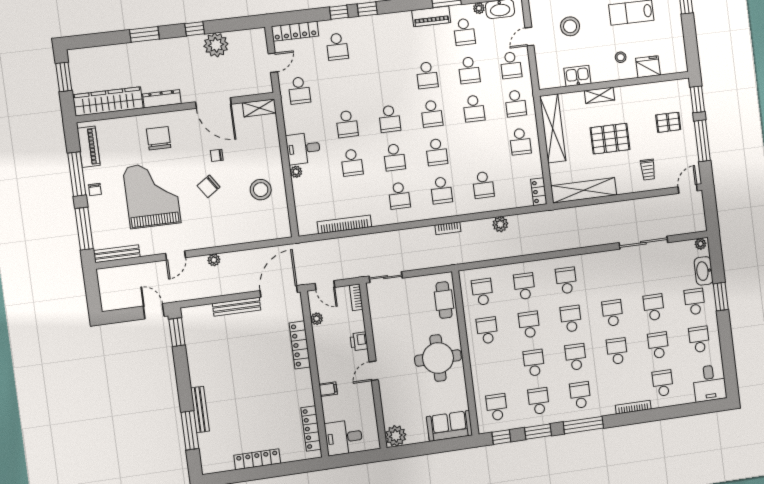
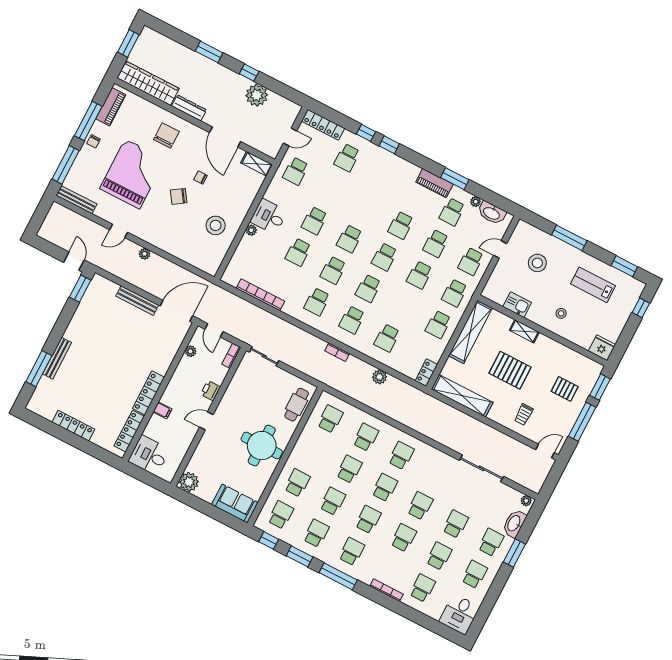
fridge: (648, 67) -> (602, 348), moved
school desk: (487, 330) -> (297, 483), moved
locker: (300, 345) -> (148, 393), moved

